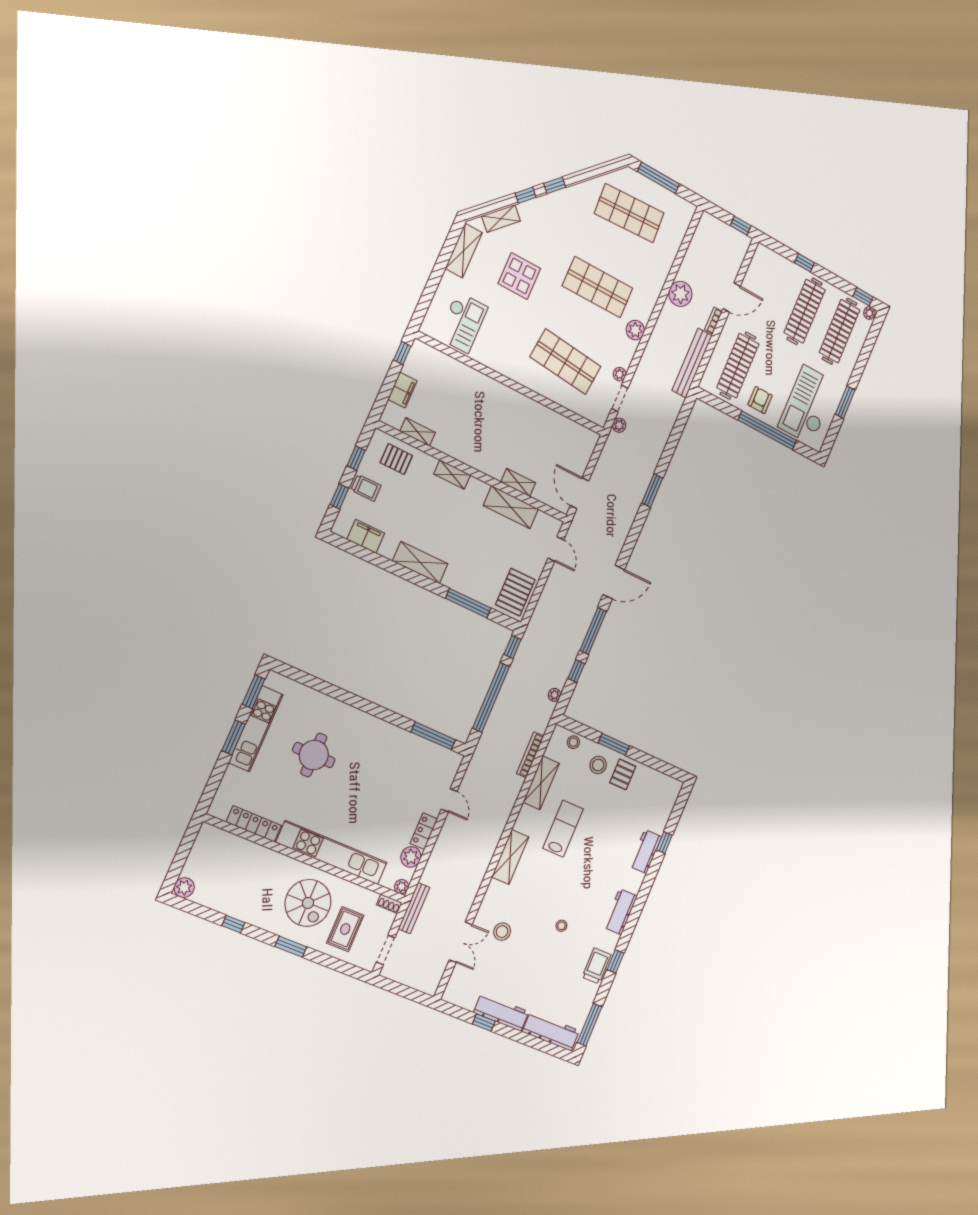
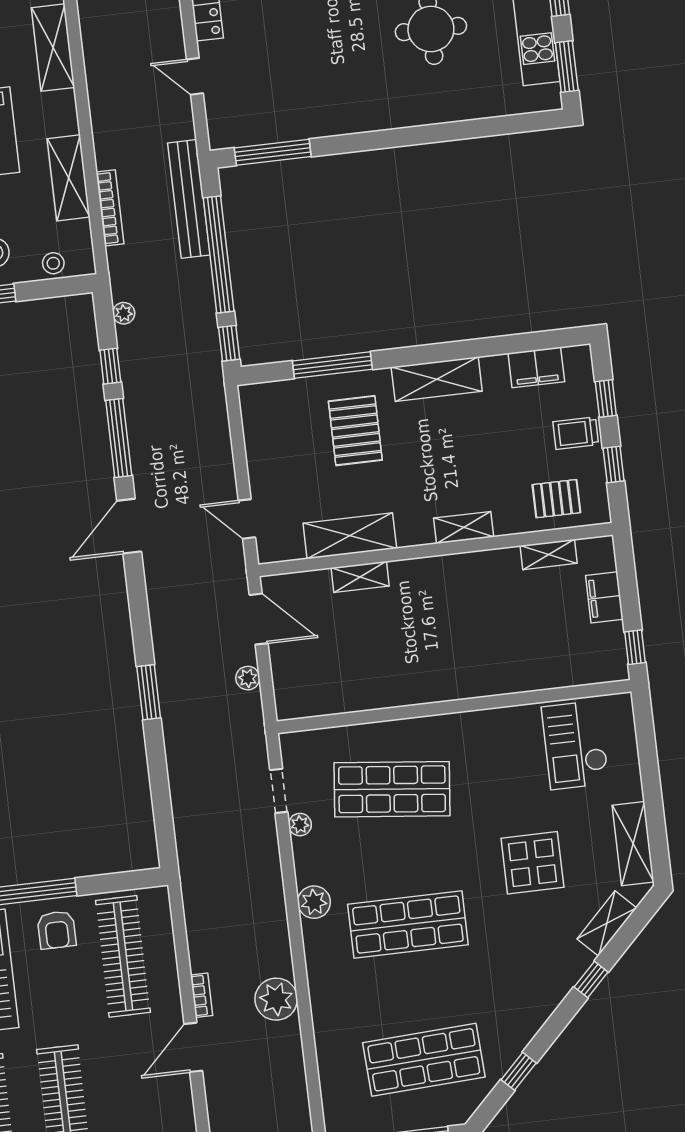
window: (555, 185) -> (519, 1071), moved
bench: (692, 363) -> (189, 199), moved
plant: (619, 425) -> (248, 678), moved
pallet: (515, 592) -> (355, 431), moved

